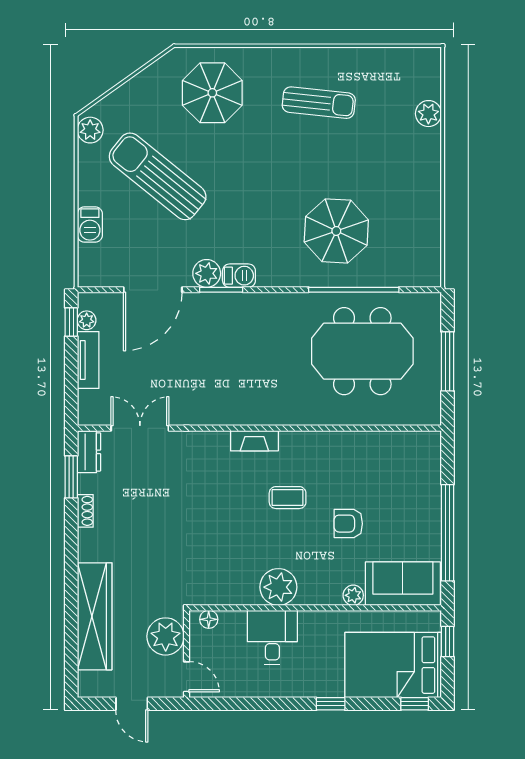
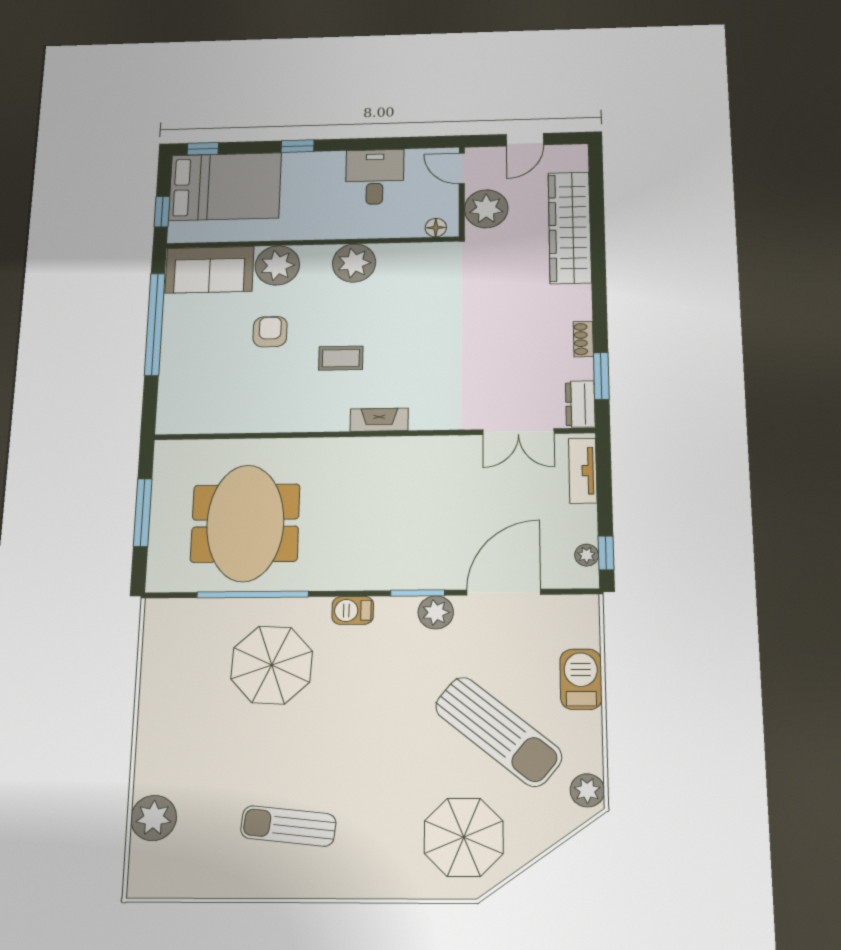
parasol: (212, 93) -> (464, 837), moved
plant: (428, 114) -> (154, 818), width x1.36, depth x1.36
barbecue: (90, 224) -> (581, 679), width x1.38, depth x1.27
barbecue: (239, 276) -> (353, 610), moved
meeting table: (362, 351) -> (245, 523), turned 90
tv unit: (88, 360) -> (583, 471), moved
armchair: (348, 524) -> (270, 332), turned -90
plant: (353, 595) -> (277, 265), width x1.88, depth x1.88
desk: (272, 637) -> (375, 177), moved, turned 180
door: (132, 704) -> (525, 140), swing flipped

